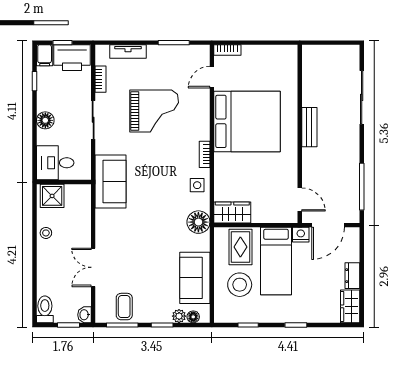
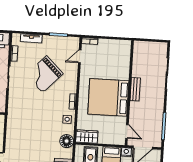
grand piano: (154, 111) -> (45, 74), turned 134
bed: (247, 121) -> (108, 97), moved, turned 180
sofa: (111, 181) -> (16, 114), removed

